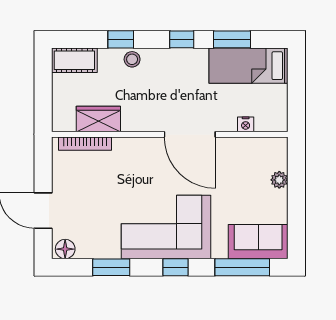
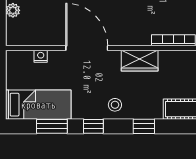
stool: (132, 59) -> (115, 105), moved
wardrobe: (98, 119) -> (140, 61), moved

